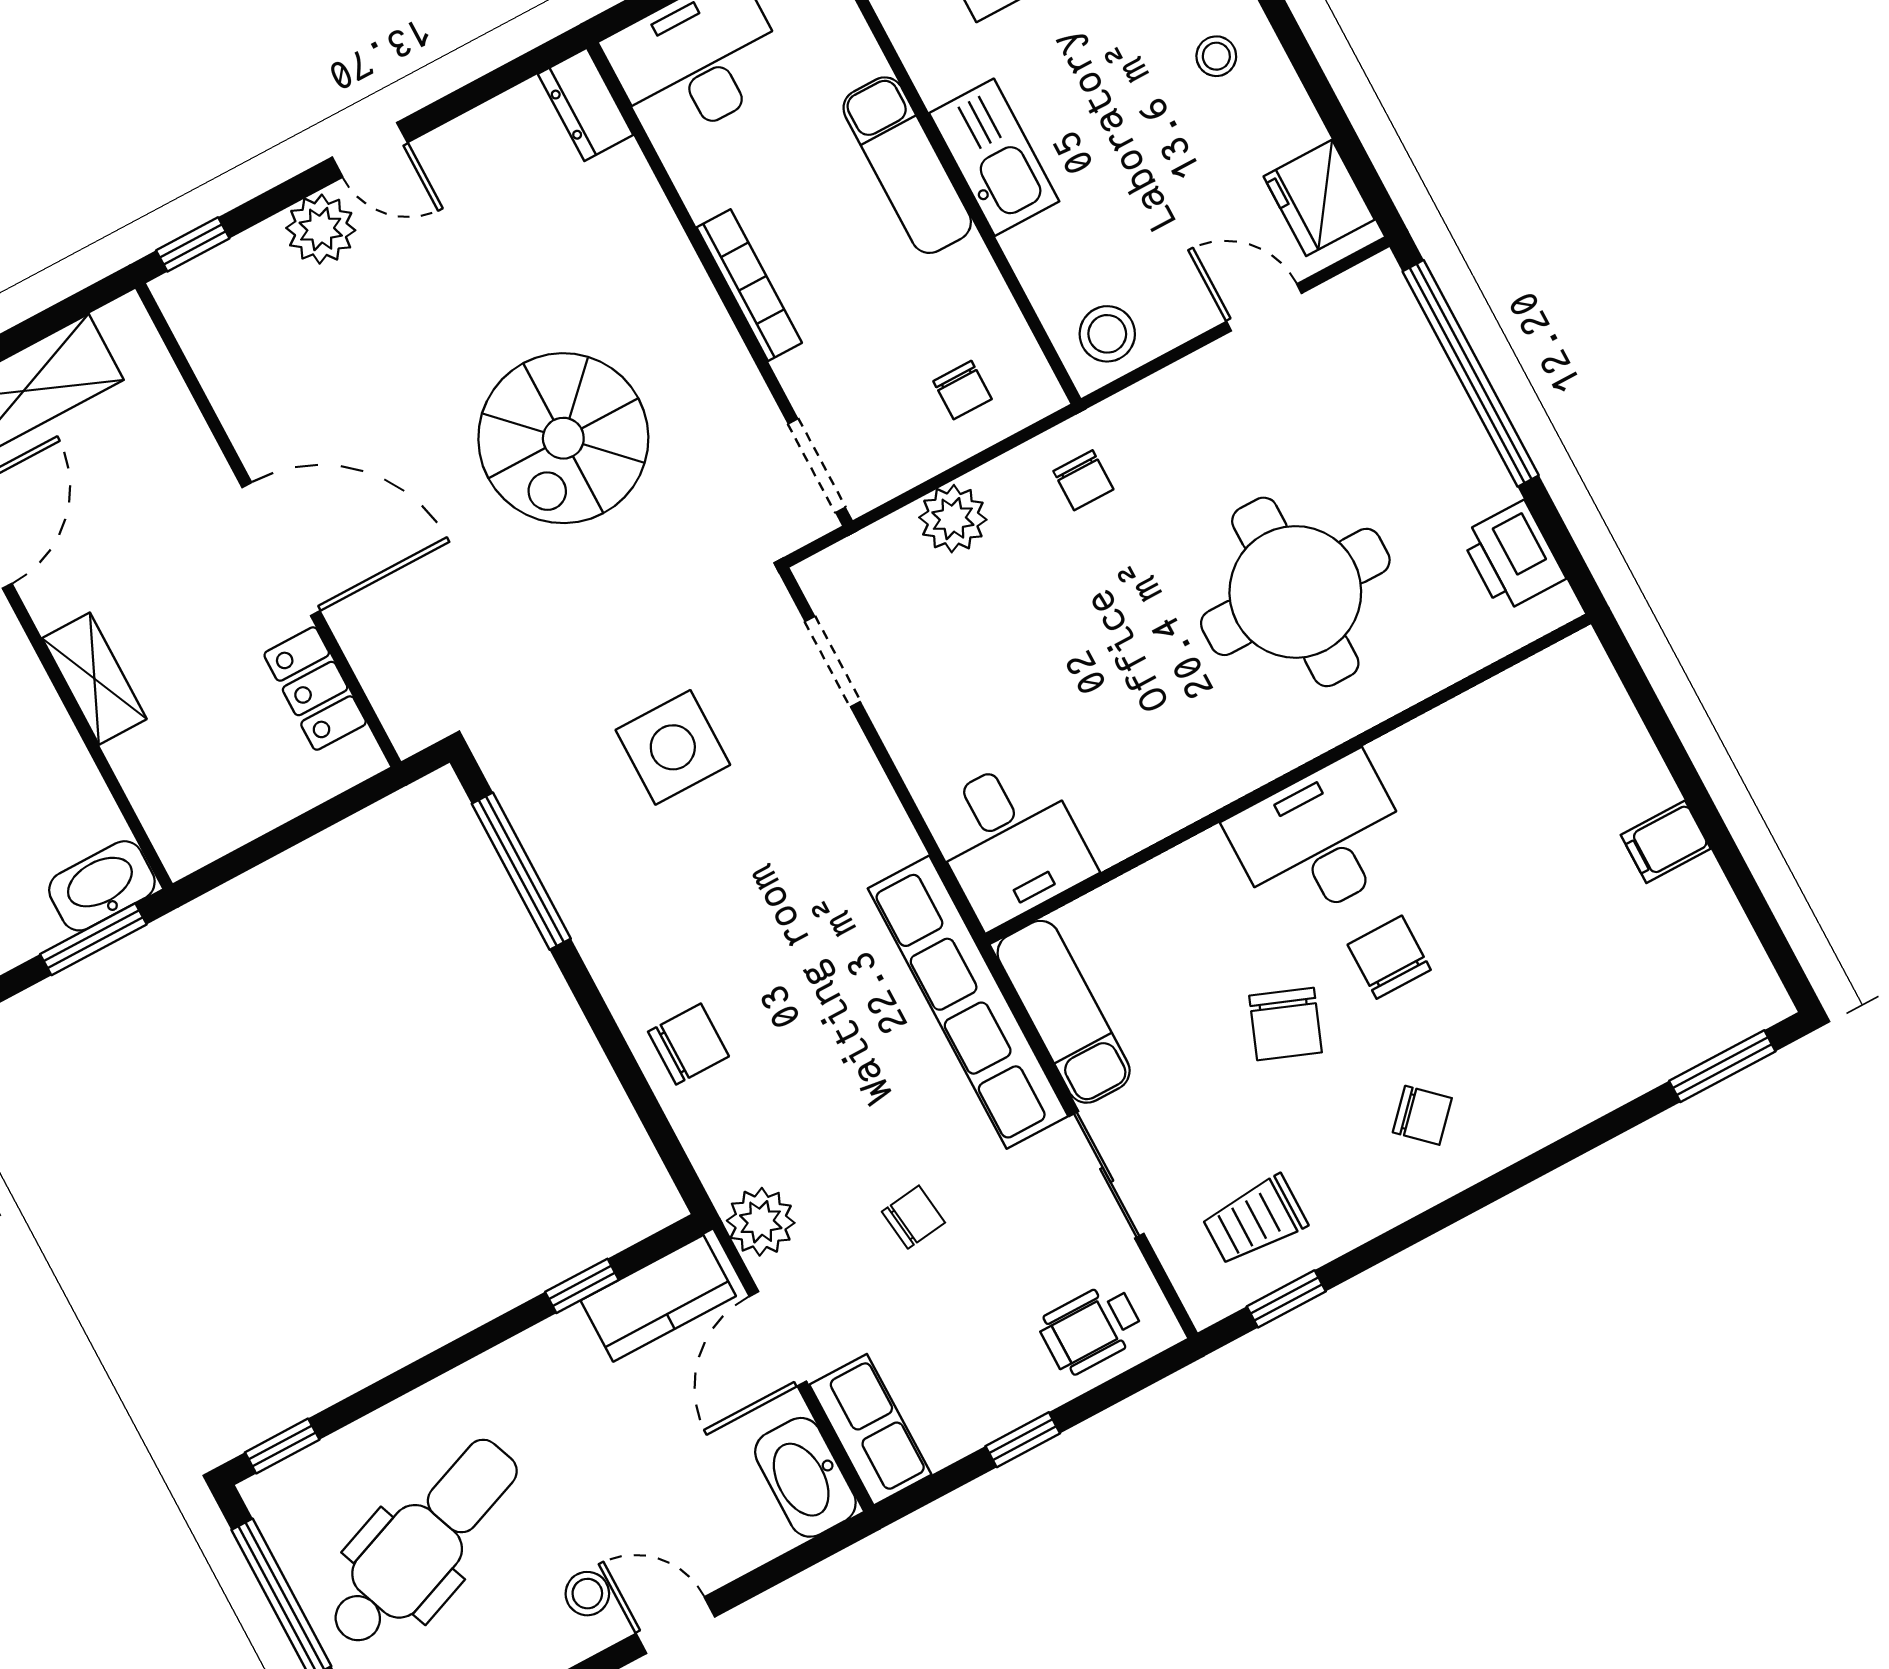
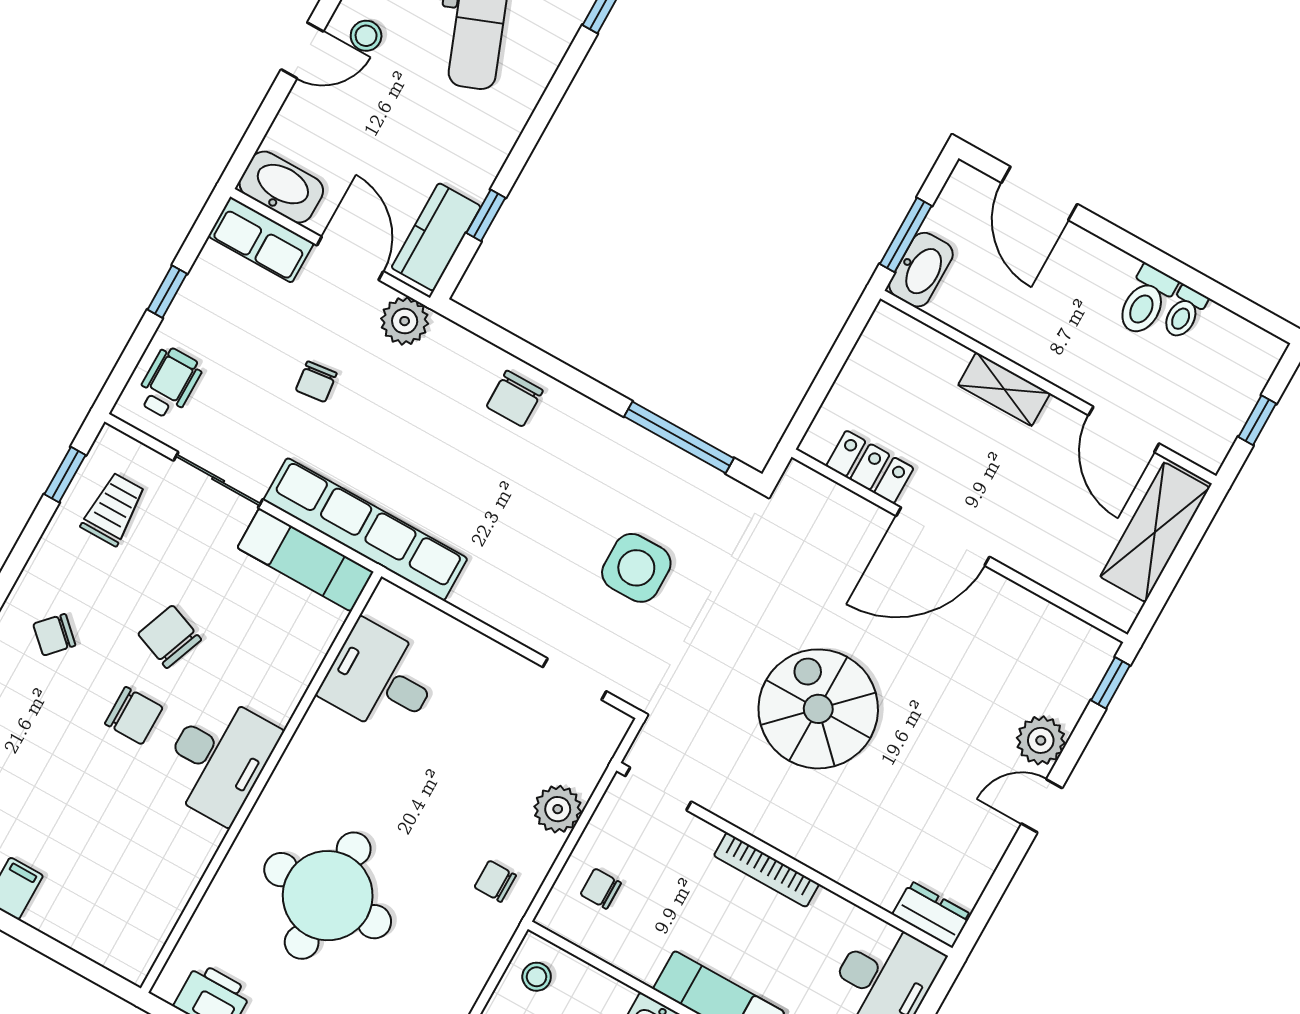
stool: (1107, 334) -> (537, 977), width x0.73, depth x0.73
desk: (1010, 841) -> (380, 679), moved

